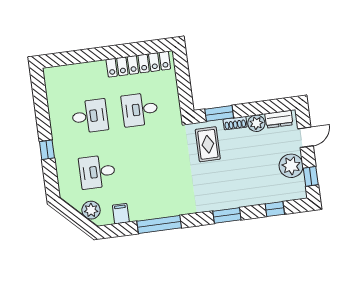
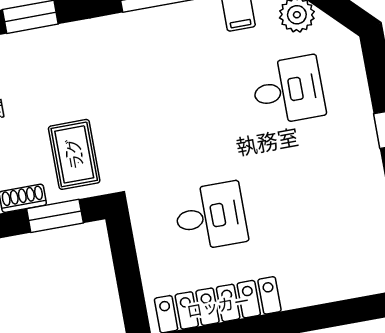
desk: (90, 116) -> (308, 199), removed

